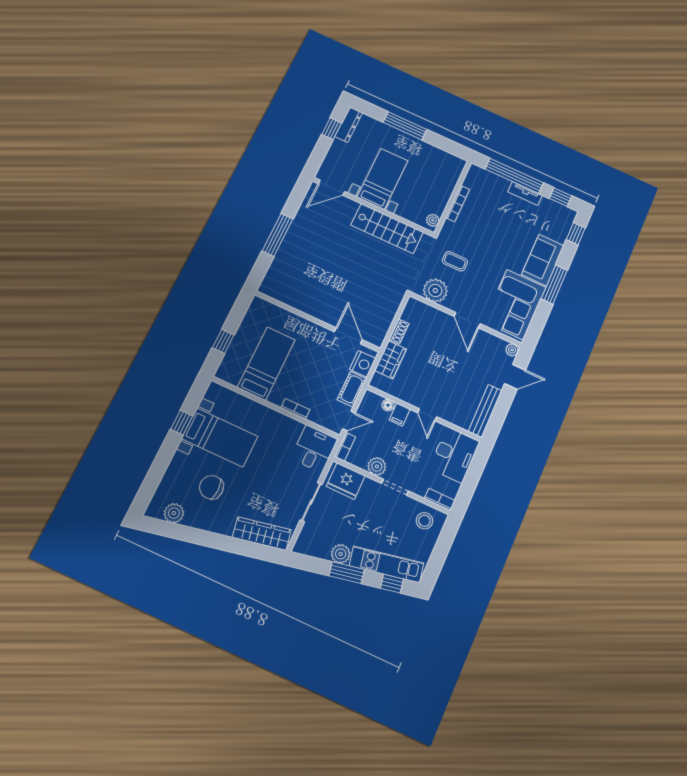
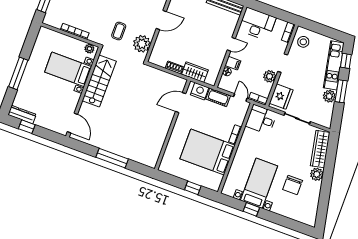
bed with nightstands: (383, 179) -> (68, 69), moved
bed: (266, 364) -> (207, 152), width x1.50
plant: (174, 513) -> (317, 174), moved

